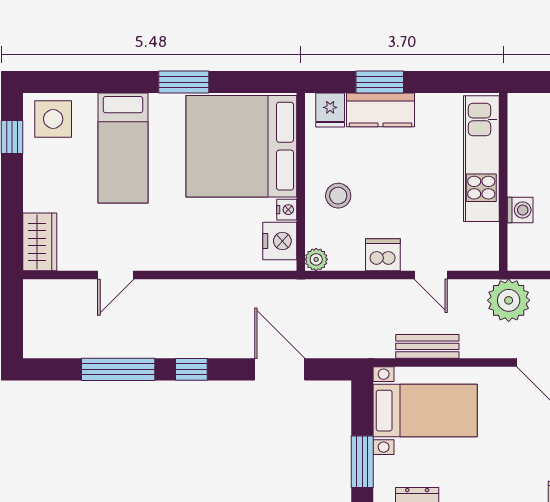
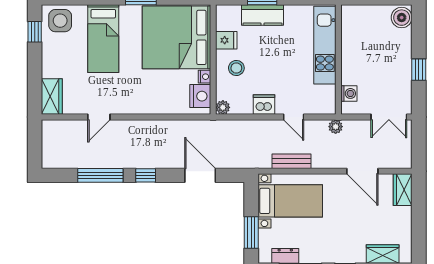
fridge: (330, 110) -> (226, 40), moved, turned -90
washing machine: (520, 210) -> (349, 93), moved
plant: (509, 300) -> (336, 127), width x0.53, depth x0.53

